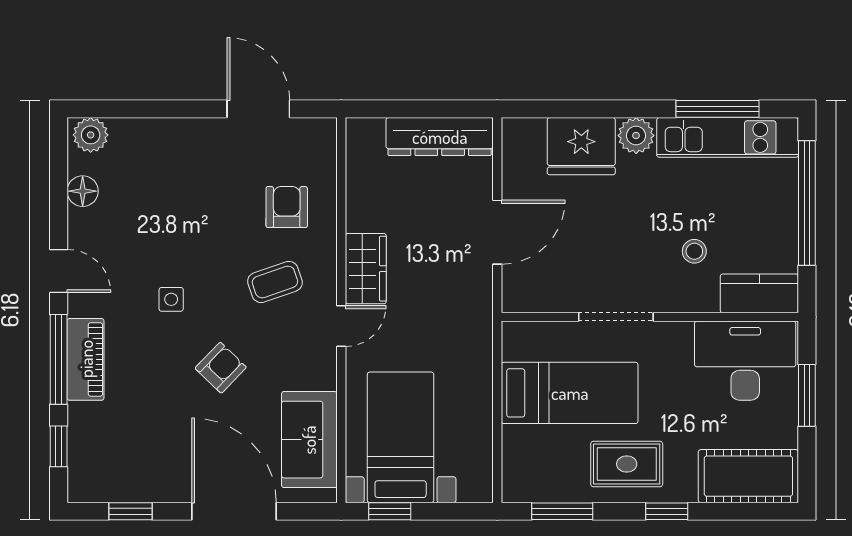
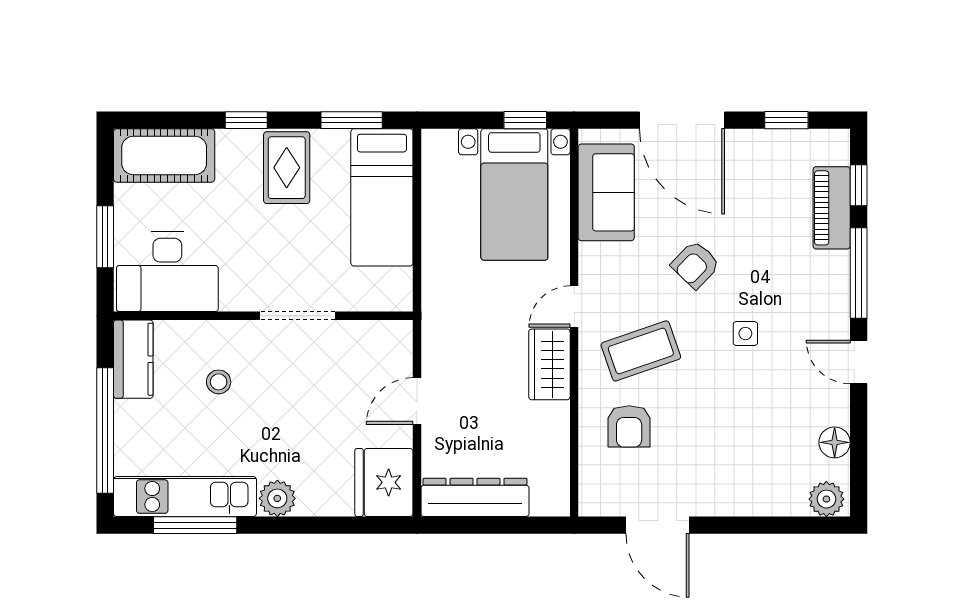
fridge: (581, 146) -> (384, 482), moved, turned -90
door: (497, 232) -> (417, 401), width x0.73
coffee table: (275, 282) -> (641, 351), width x1.36, depth x1.30
kitchen counter: (759, 293) -> (133, 359), moved, turned -90
piano: (86, 359) -> (832, 208), moved
bed: (570, 393) -> (382, 197), moved, turned -90
rug: (627, 464) -> (287, 168), turned 90

